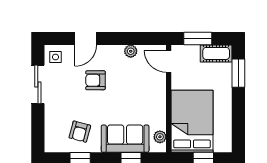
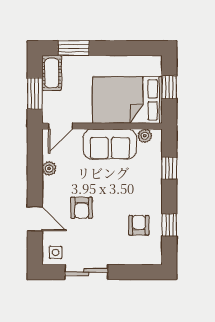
armchair: (80, 132) -> (139, 225), turned -105
sofa: (125, 139) -> (110, 144), moved, turned -90

